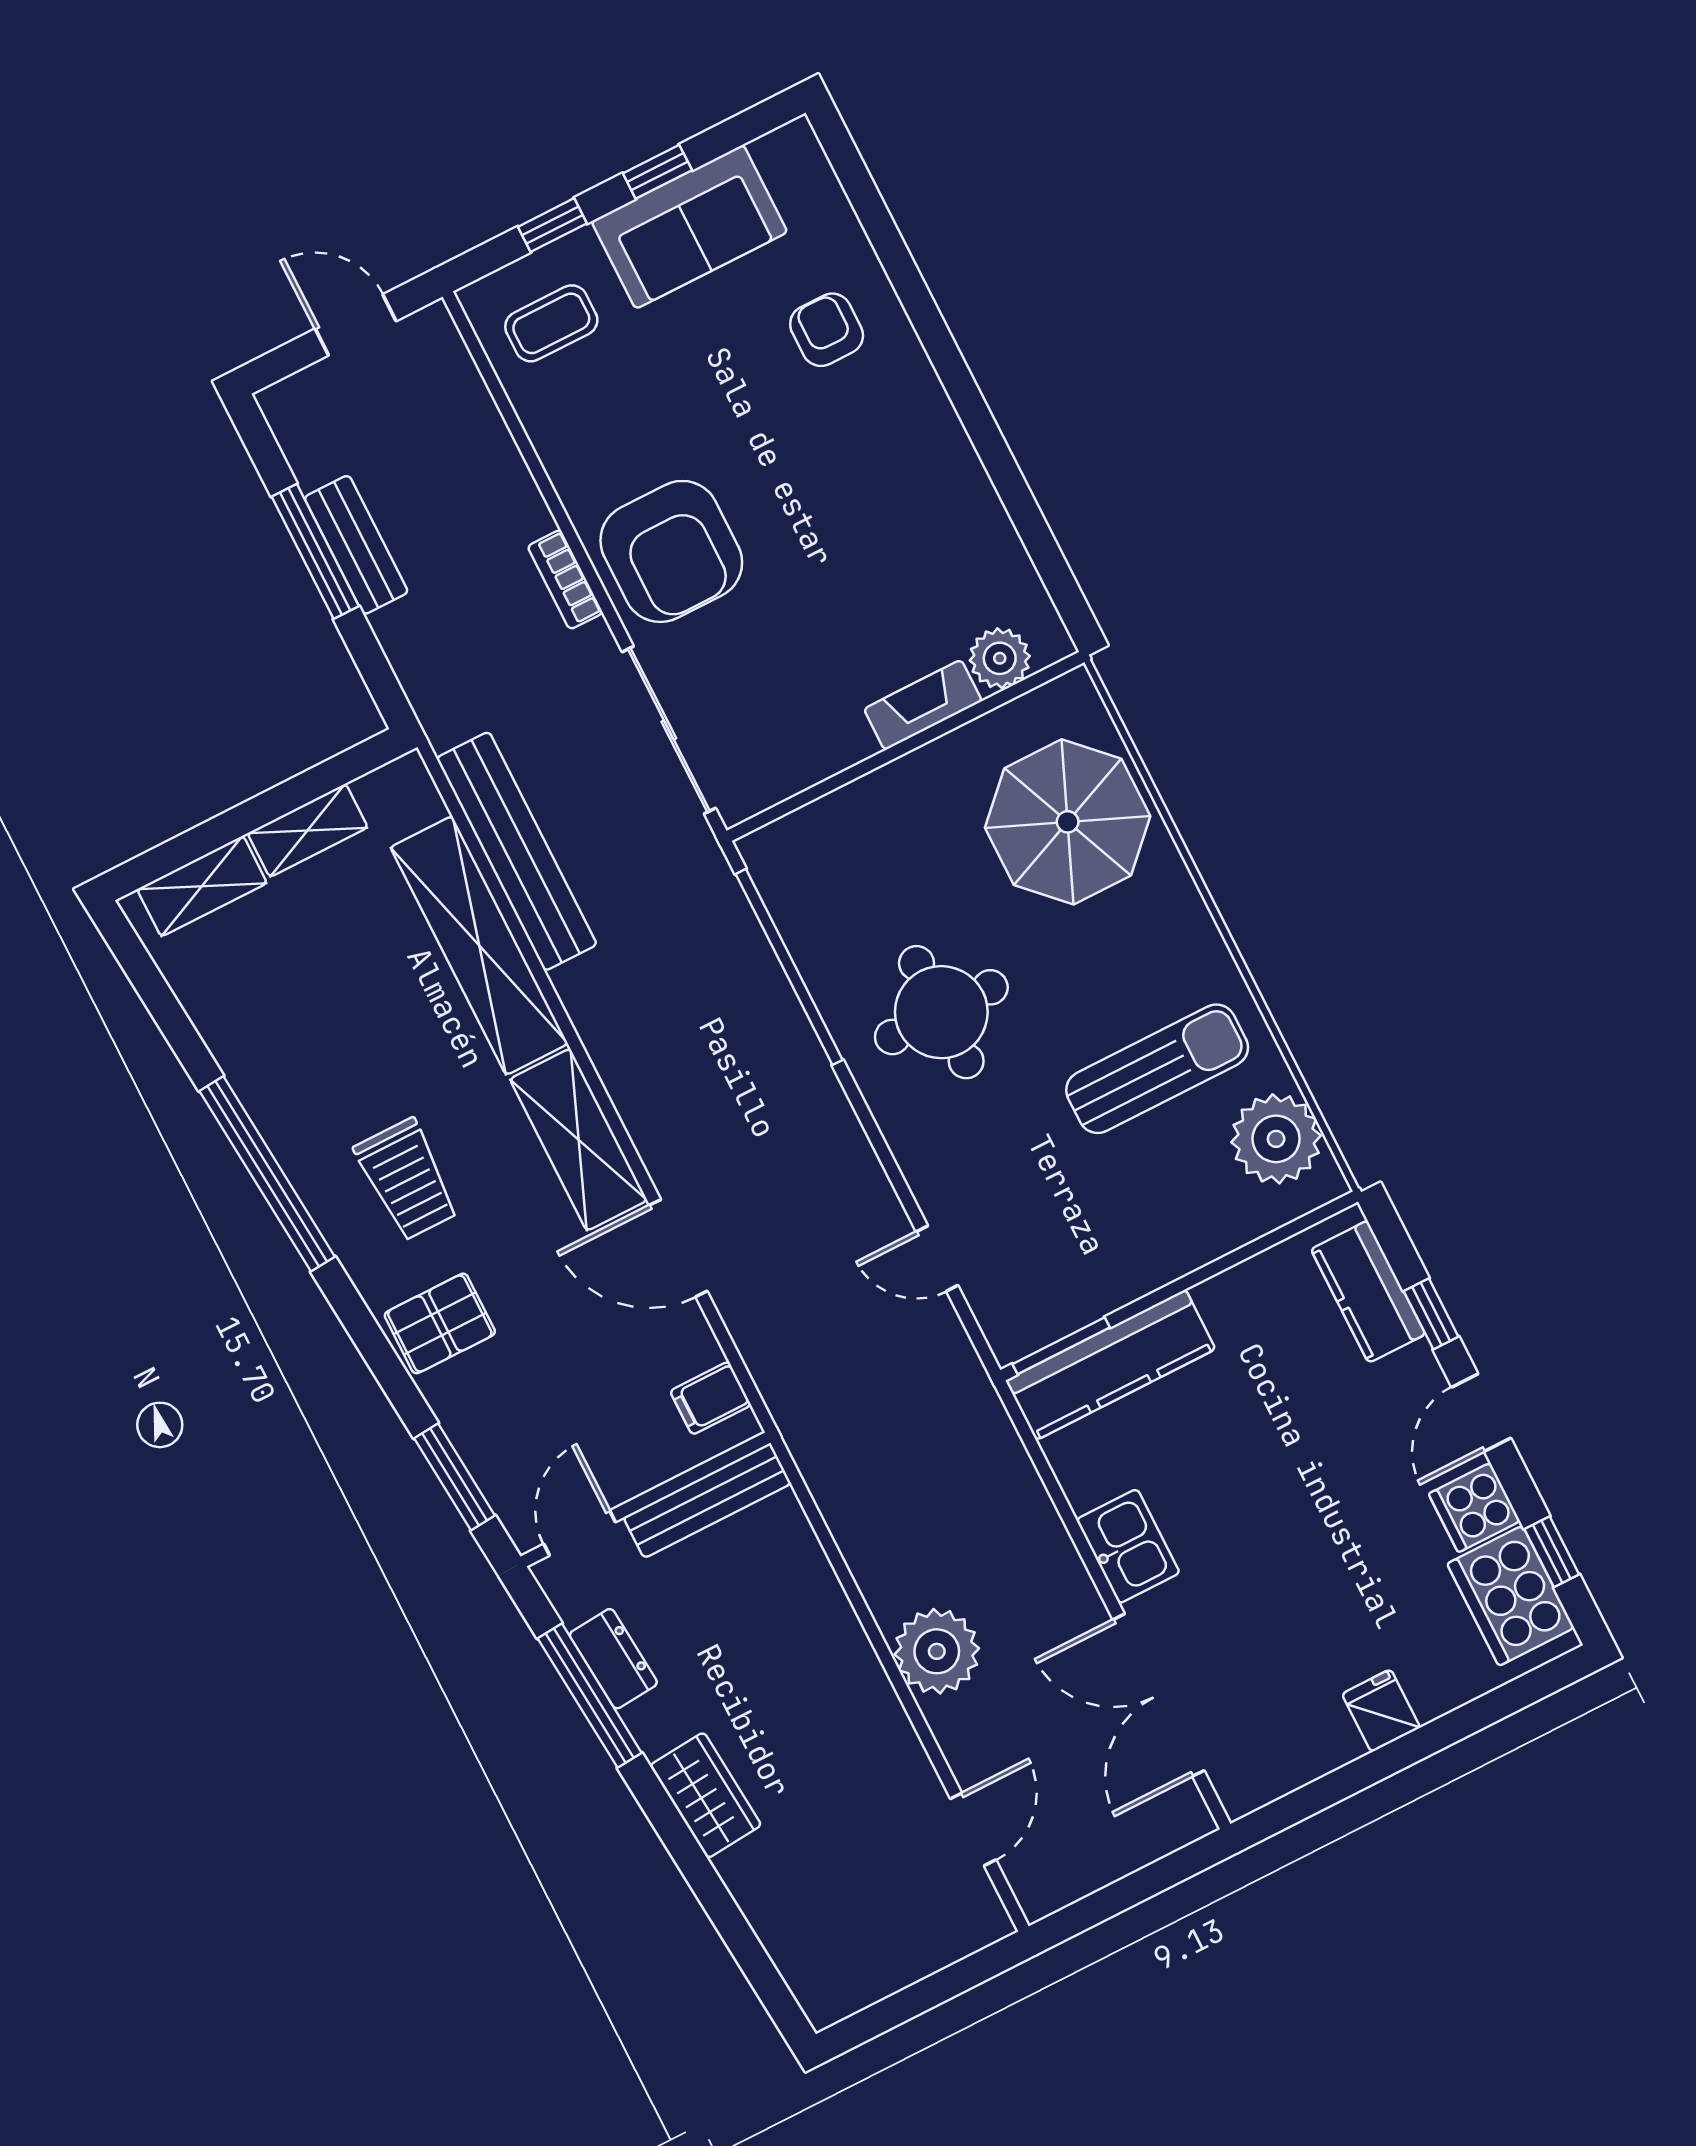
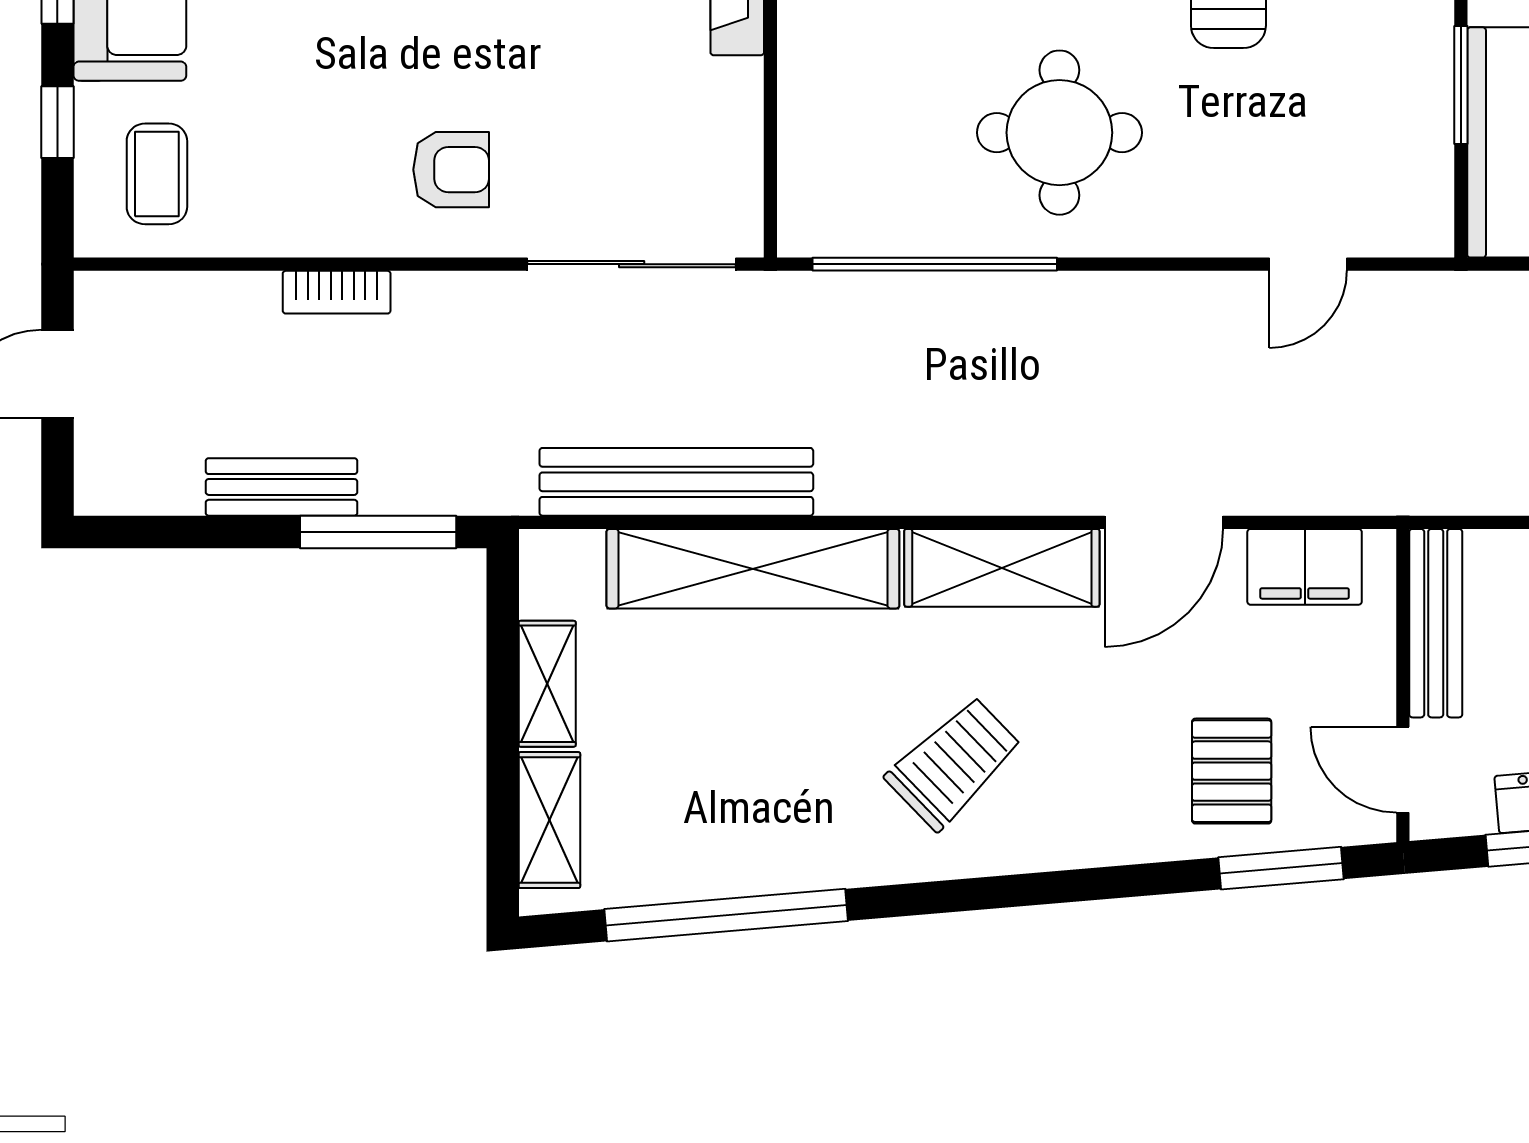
window: (315, 551) -> (378, 532), moved
armchair: (671, 551) -> (451, 170), width x0.53, depth x0.53
bookcase: (565, 580) -> (337, 292), moved
window: (267, 1174) -> (726, 915), moved
trolley: (407, 1180) -> (954, 763), turned -44
pallet: (440, 1323) -> (1232, 771), moved
window: (1061, 1346) -> (1461, 85), moved
filing cabinet: (711, 1398) -> (1305, 567), width x2.00

